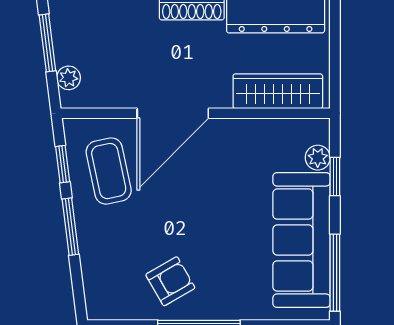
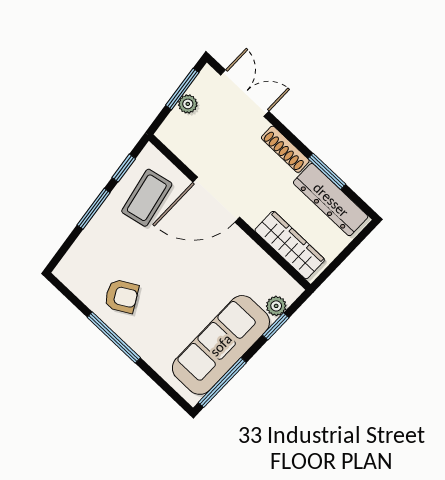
plant: (69, 78) -> (188, 104), moved

